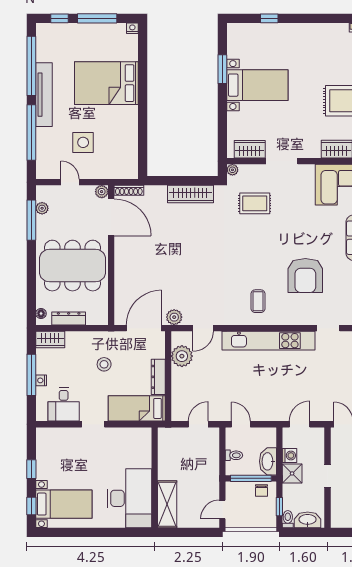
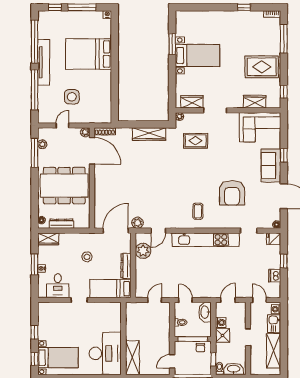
window: (269, 18) -> (244, 7), moved
door: (70, 182) -> (62, 126), hinge flipped
window: (31, 375) -> (35, 264), width x0.69
washbasin: (268, 461) -> (205, 312), moved

